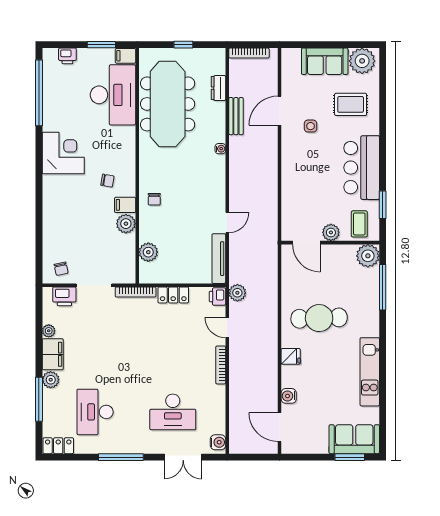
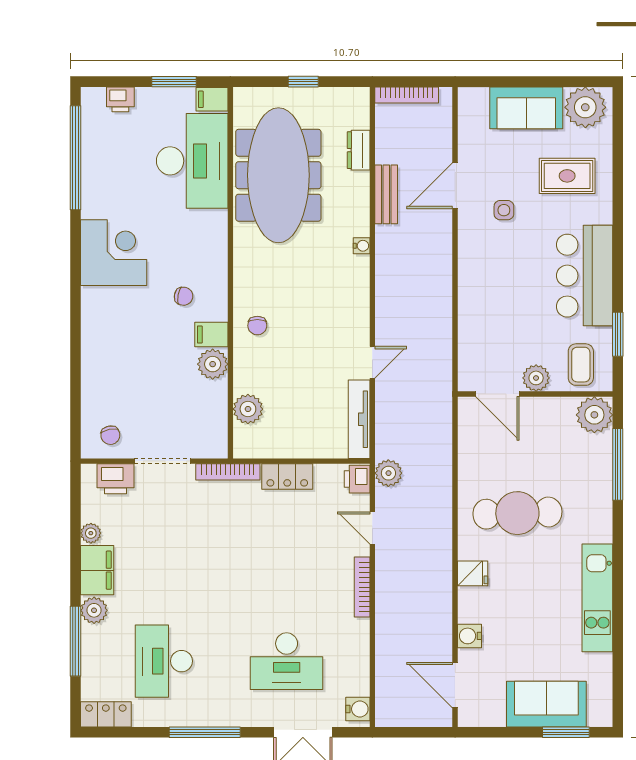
sofa: (354, 439) -> (546, 704), moved

